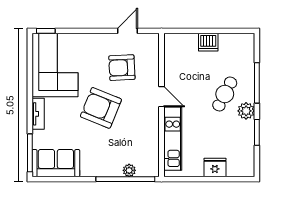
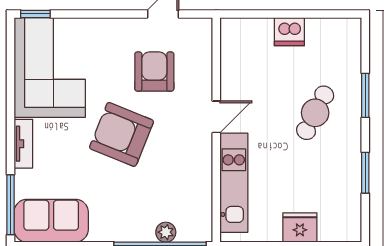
armchair: (122, 68) -> (154, 72), turned 93
window: (257, 83) -> (365, 95), width x0.69
door: (161, 97) -> (216, 117), hinge flipped
plant: (246, 111) -> (348, 139), removed

